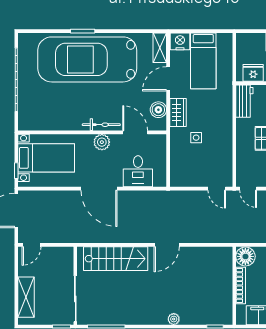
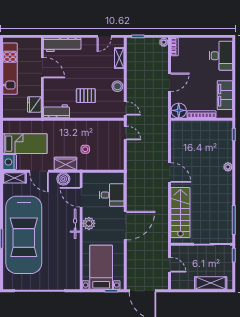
door: (135, 132) -> (81, 197), hinge flipped
door: (217, 189) -> (125, 133), hinge flipped
door: (248, 189) -> (125, 108), hinge flipped
door: (31, 245) -> (170, 265), moved

